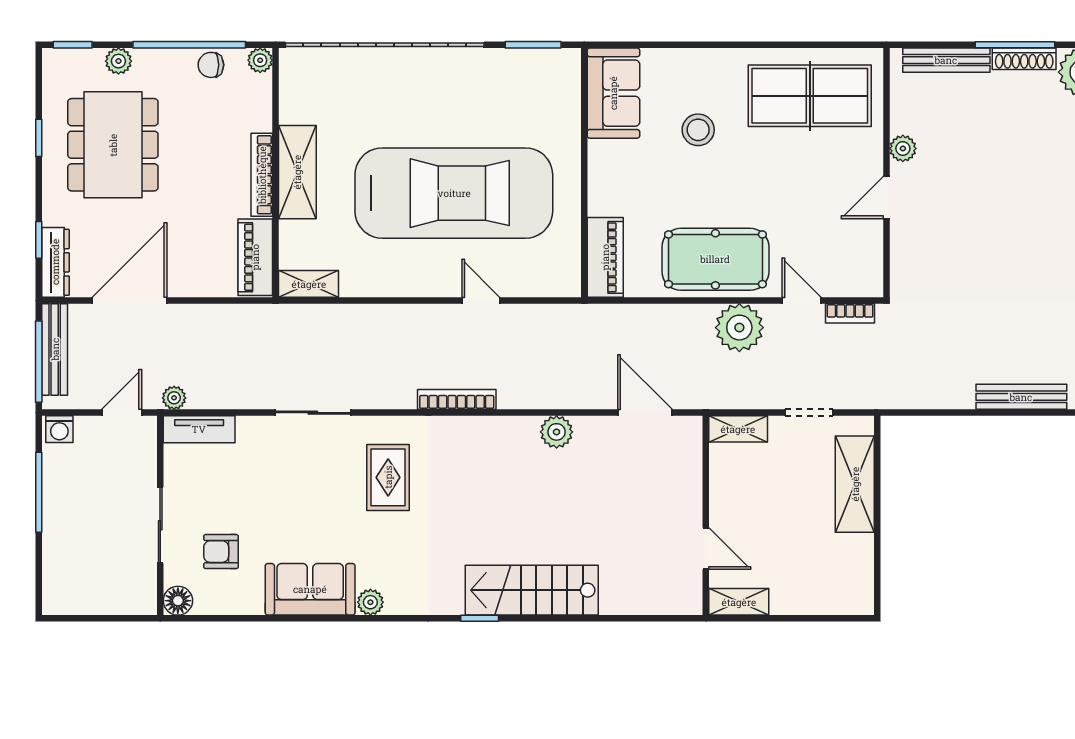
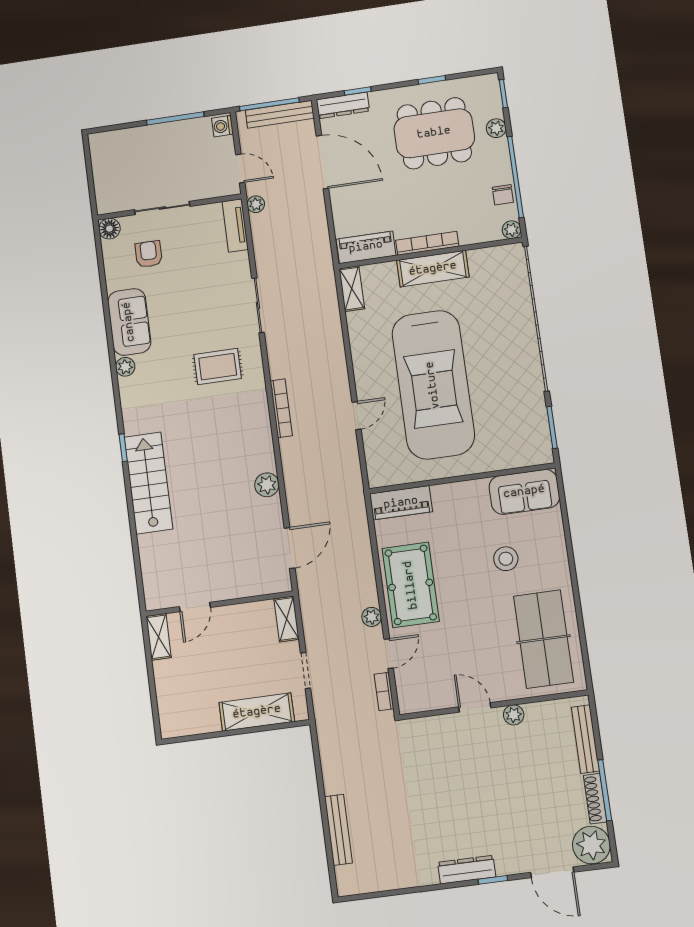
chair: (211, 65) -> (503, 195), turned 180
plant: (739, 328) -> (372, 617), width x0.53, depth x0.53

